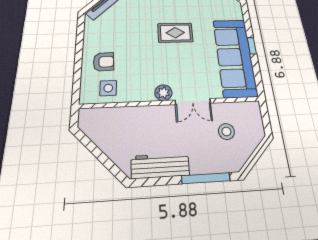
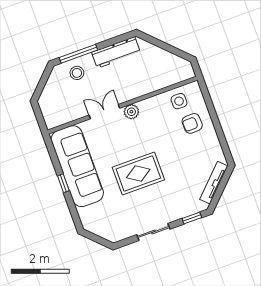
rug: (175, 33) -> (138, 174), width x1.36, depth x1.43
stool: (226, 131) -> (77, 73), moved

